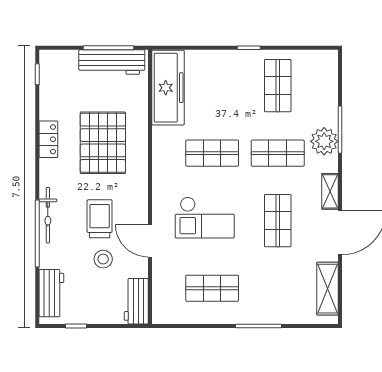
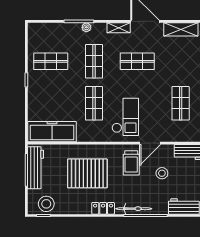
stool: (55, 79) -> (46, 204), added
locker: (48, 139) -> (103, 208), moved
plant: (324, 141) -> (86, 27), width x0.53, depth x0.53
checkout: (205, 217) -> (125, 117), moved
trolley: (100, 219) -> (131, 163), moved, turned -90

